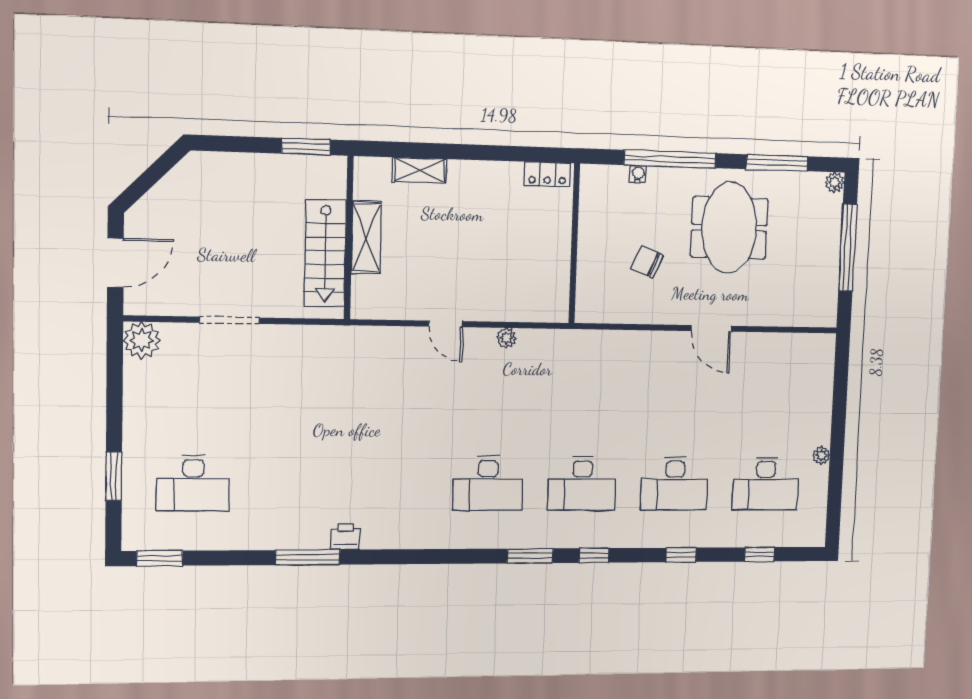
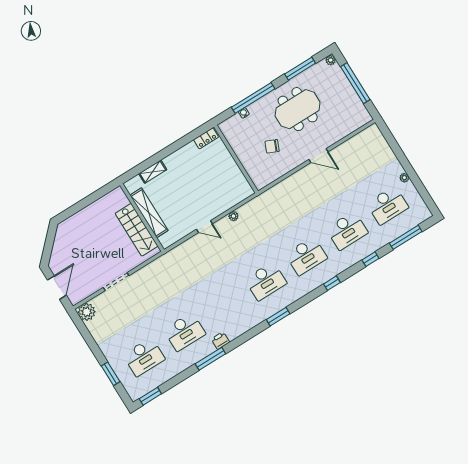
window: (306, 146) -> (101, 192), removed
meeting table: (729, 228) -> (298, 109), turned 90
shelving: (366, 238) -> (149, 213), width x1.47
desk: (293, 483) -> (185, 332), added
window: (759, 554) -> (406, 237), width x2.17
window: (530, 556) -> (278, 317), moved

